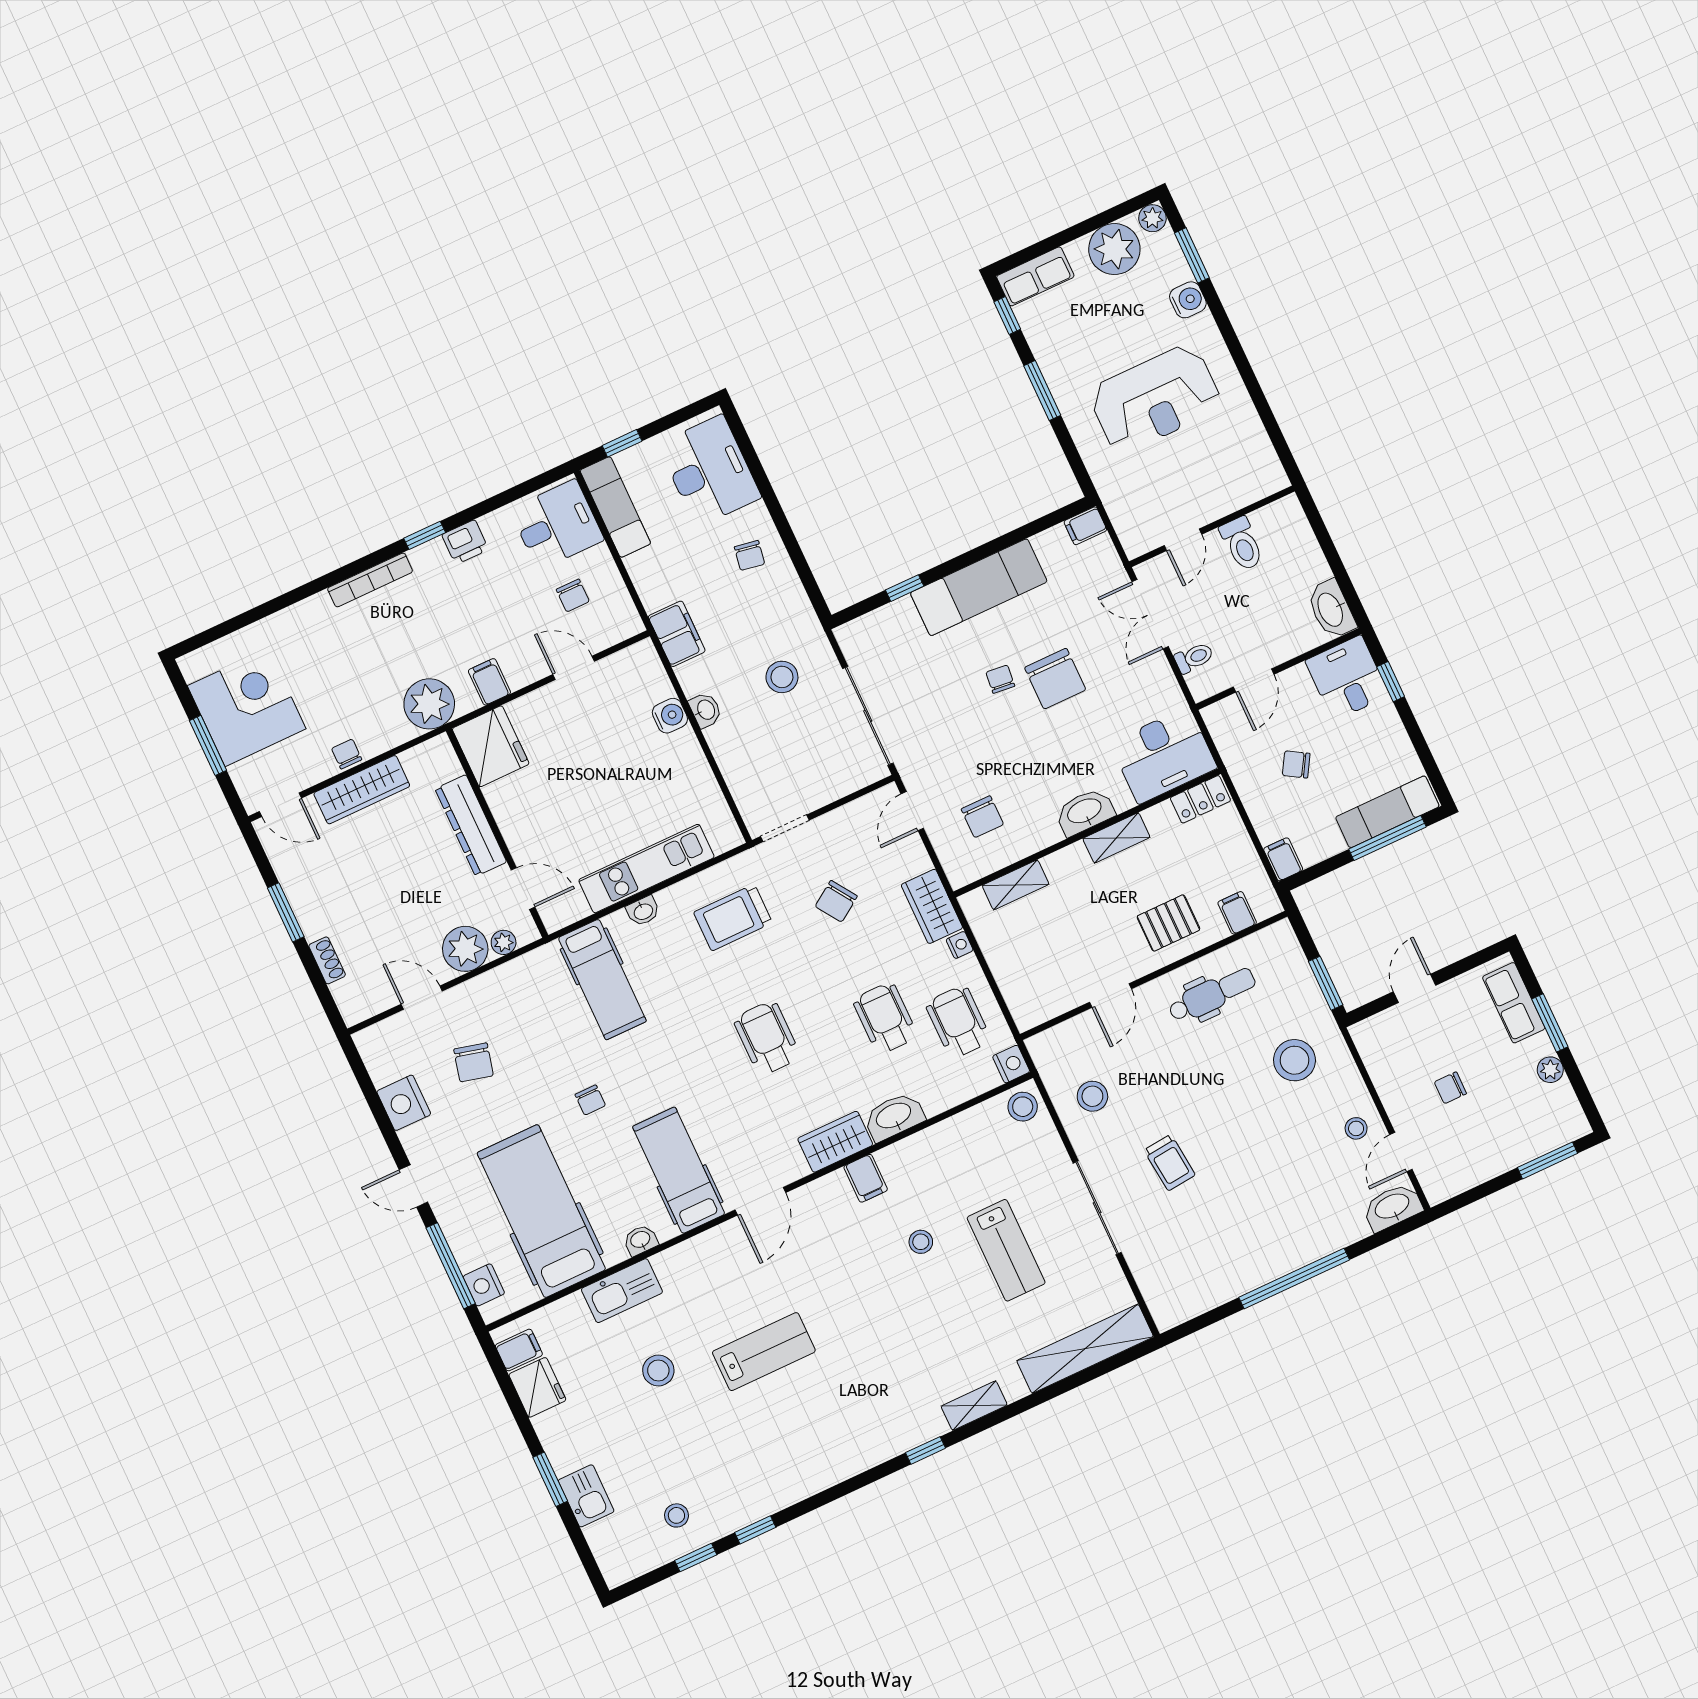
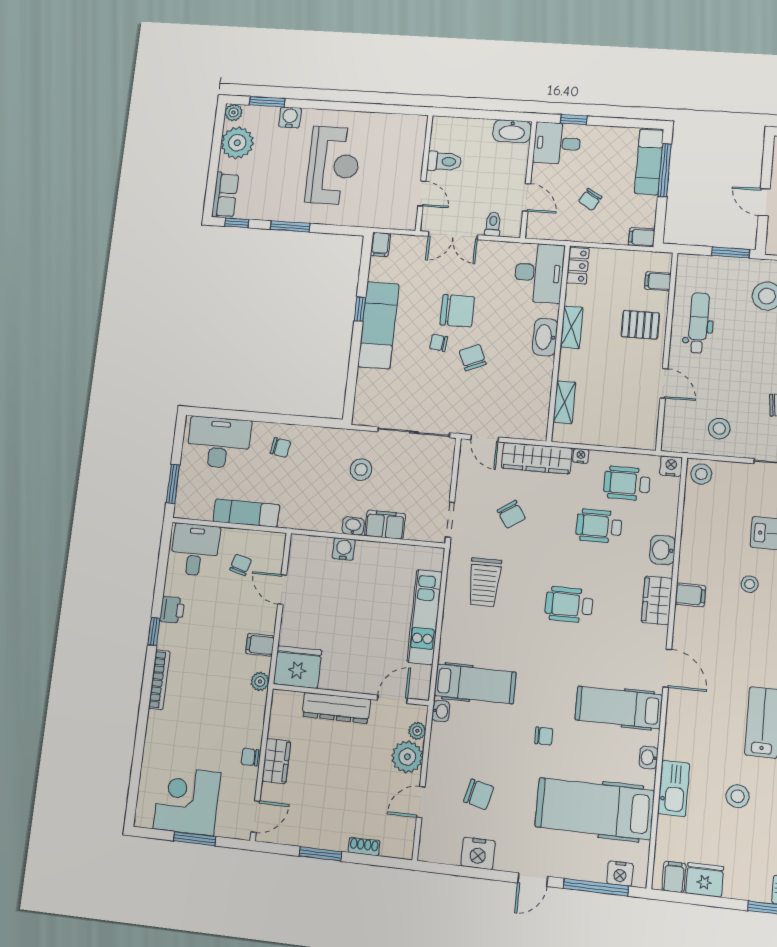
window: (622, 443) -> (173, 484), width x1.50
exam couch: (615, 507) -> (246, 513), moved
window: (905, 588) -> (360, 309), moved
chair: (573, 595) -> (241, 565), turned -74
filing cabinet: (677, 634) -> (385, 525), moved
door: (574, 668) -> (282, 590), hinge flipped
plant: (429, 704) -> (260, 681), width x0.53, depth x0.53
wardrobe: (362, 790) -> (276, 761), width x0.67
chair: (982, 817) -> (473, 358), moved, turned -113
wardrobe: (932, 906) -> (537, 458), width x1.50
washbasin: (643, 911) -> (441, 711), moved
pallet: (1168, 923) -> (640, 325), turned 90
washbasin: (894, 1116) -> (663, 550), width x0.72

